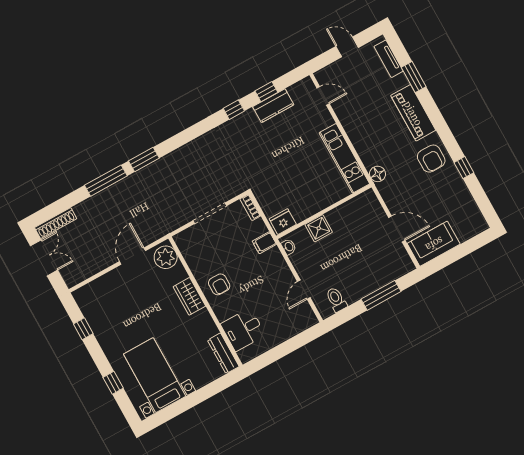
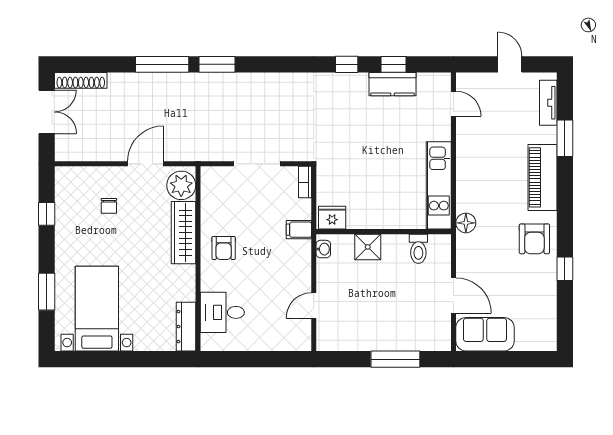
wardrobe: (189, 296) -> (184, 233), width x1.50
chair: (123, 299) -> (109, 206), added
toilet: (336, 300) -> (418, 249), moved, turned 180
window: (113, 383) -> (47, 292), width x1.50

